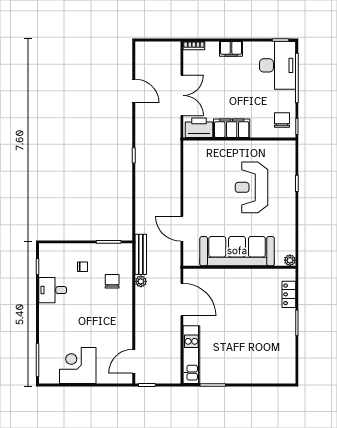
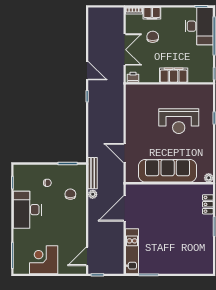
filing cabinet: (231, 49) -> (152, 13), moved
door: (134, 91) -> (87, 71), moved
chair: (282, 120) -> (153, 37), moved
printer: (199, 128) -> (133, 77), width x0.53, depth x0.68
filing cabinet: (232, 128) -> (174, 75), moved
reception desk: (251, 187) -> (179, 121), turned -90
desk: (53, 290) -> (27, 210), width x1.87, depth x1.30
door: (182, 300) -> (125, 208), swing flipped

